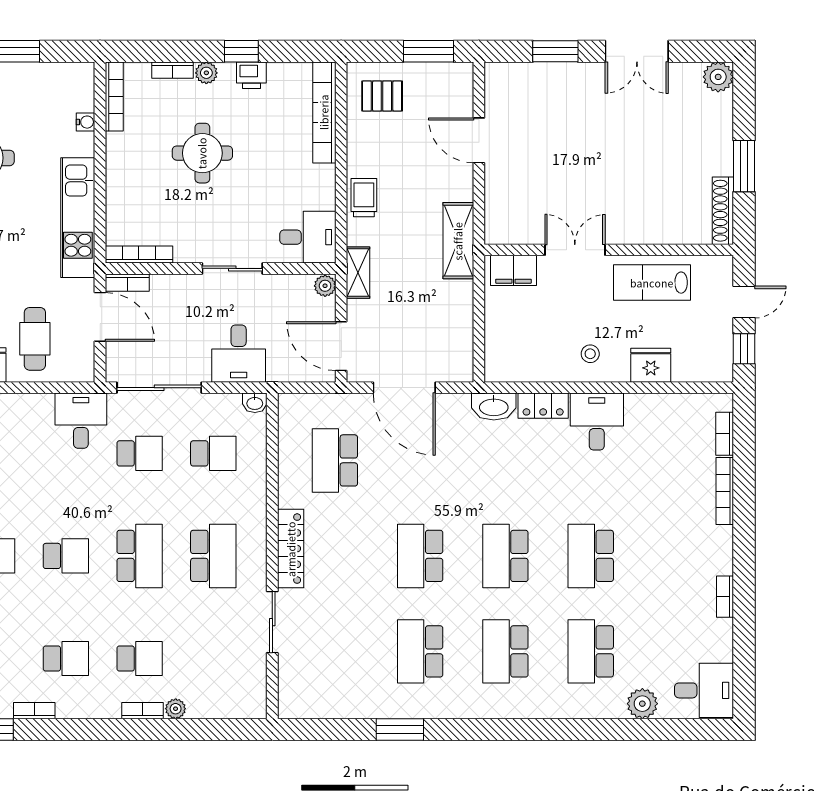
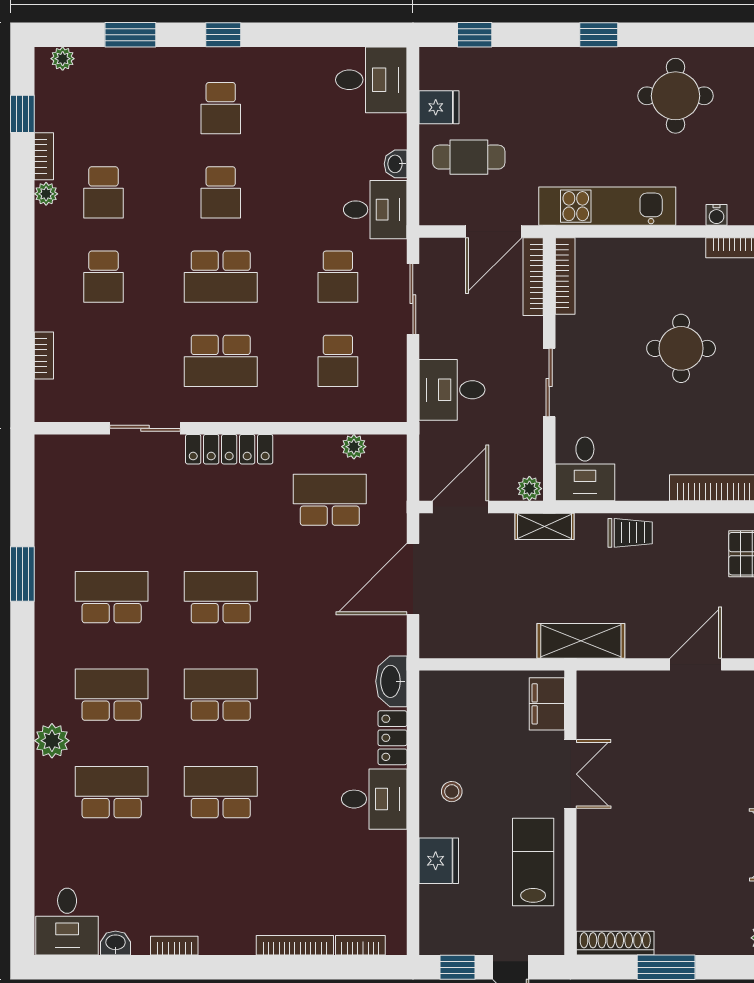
bookcase: (127, 283) -> (533, 277), width x1.56
sliding door: (159, 388) -> (413, 299), width x0.73
washbasin: (255, 403) -> (396, 164), moved
plant: (288, 439) -> (354, 447), added
washbasin: (723, 648) -> (116, 943), added
plant: (642, 704) -> (52, 741), moved
plant: (176, 709) -> (46, 194), moved
bookcase: (143, 711) -> (44, 355), moved

